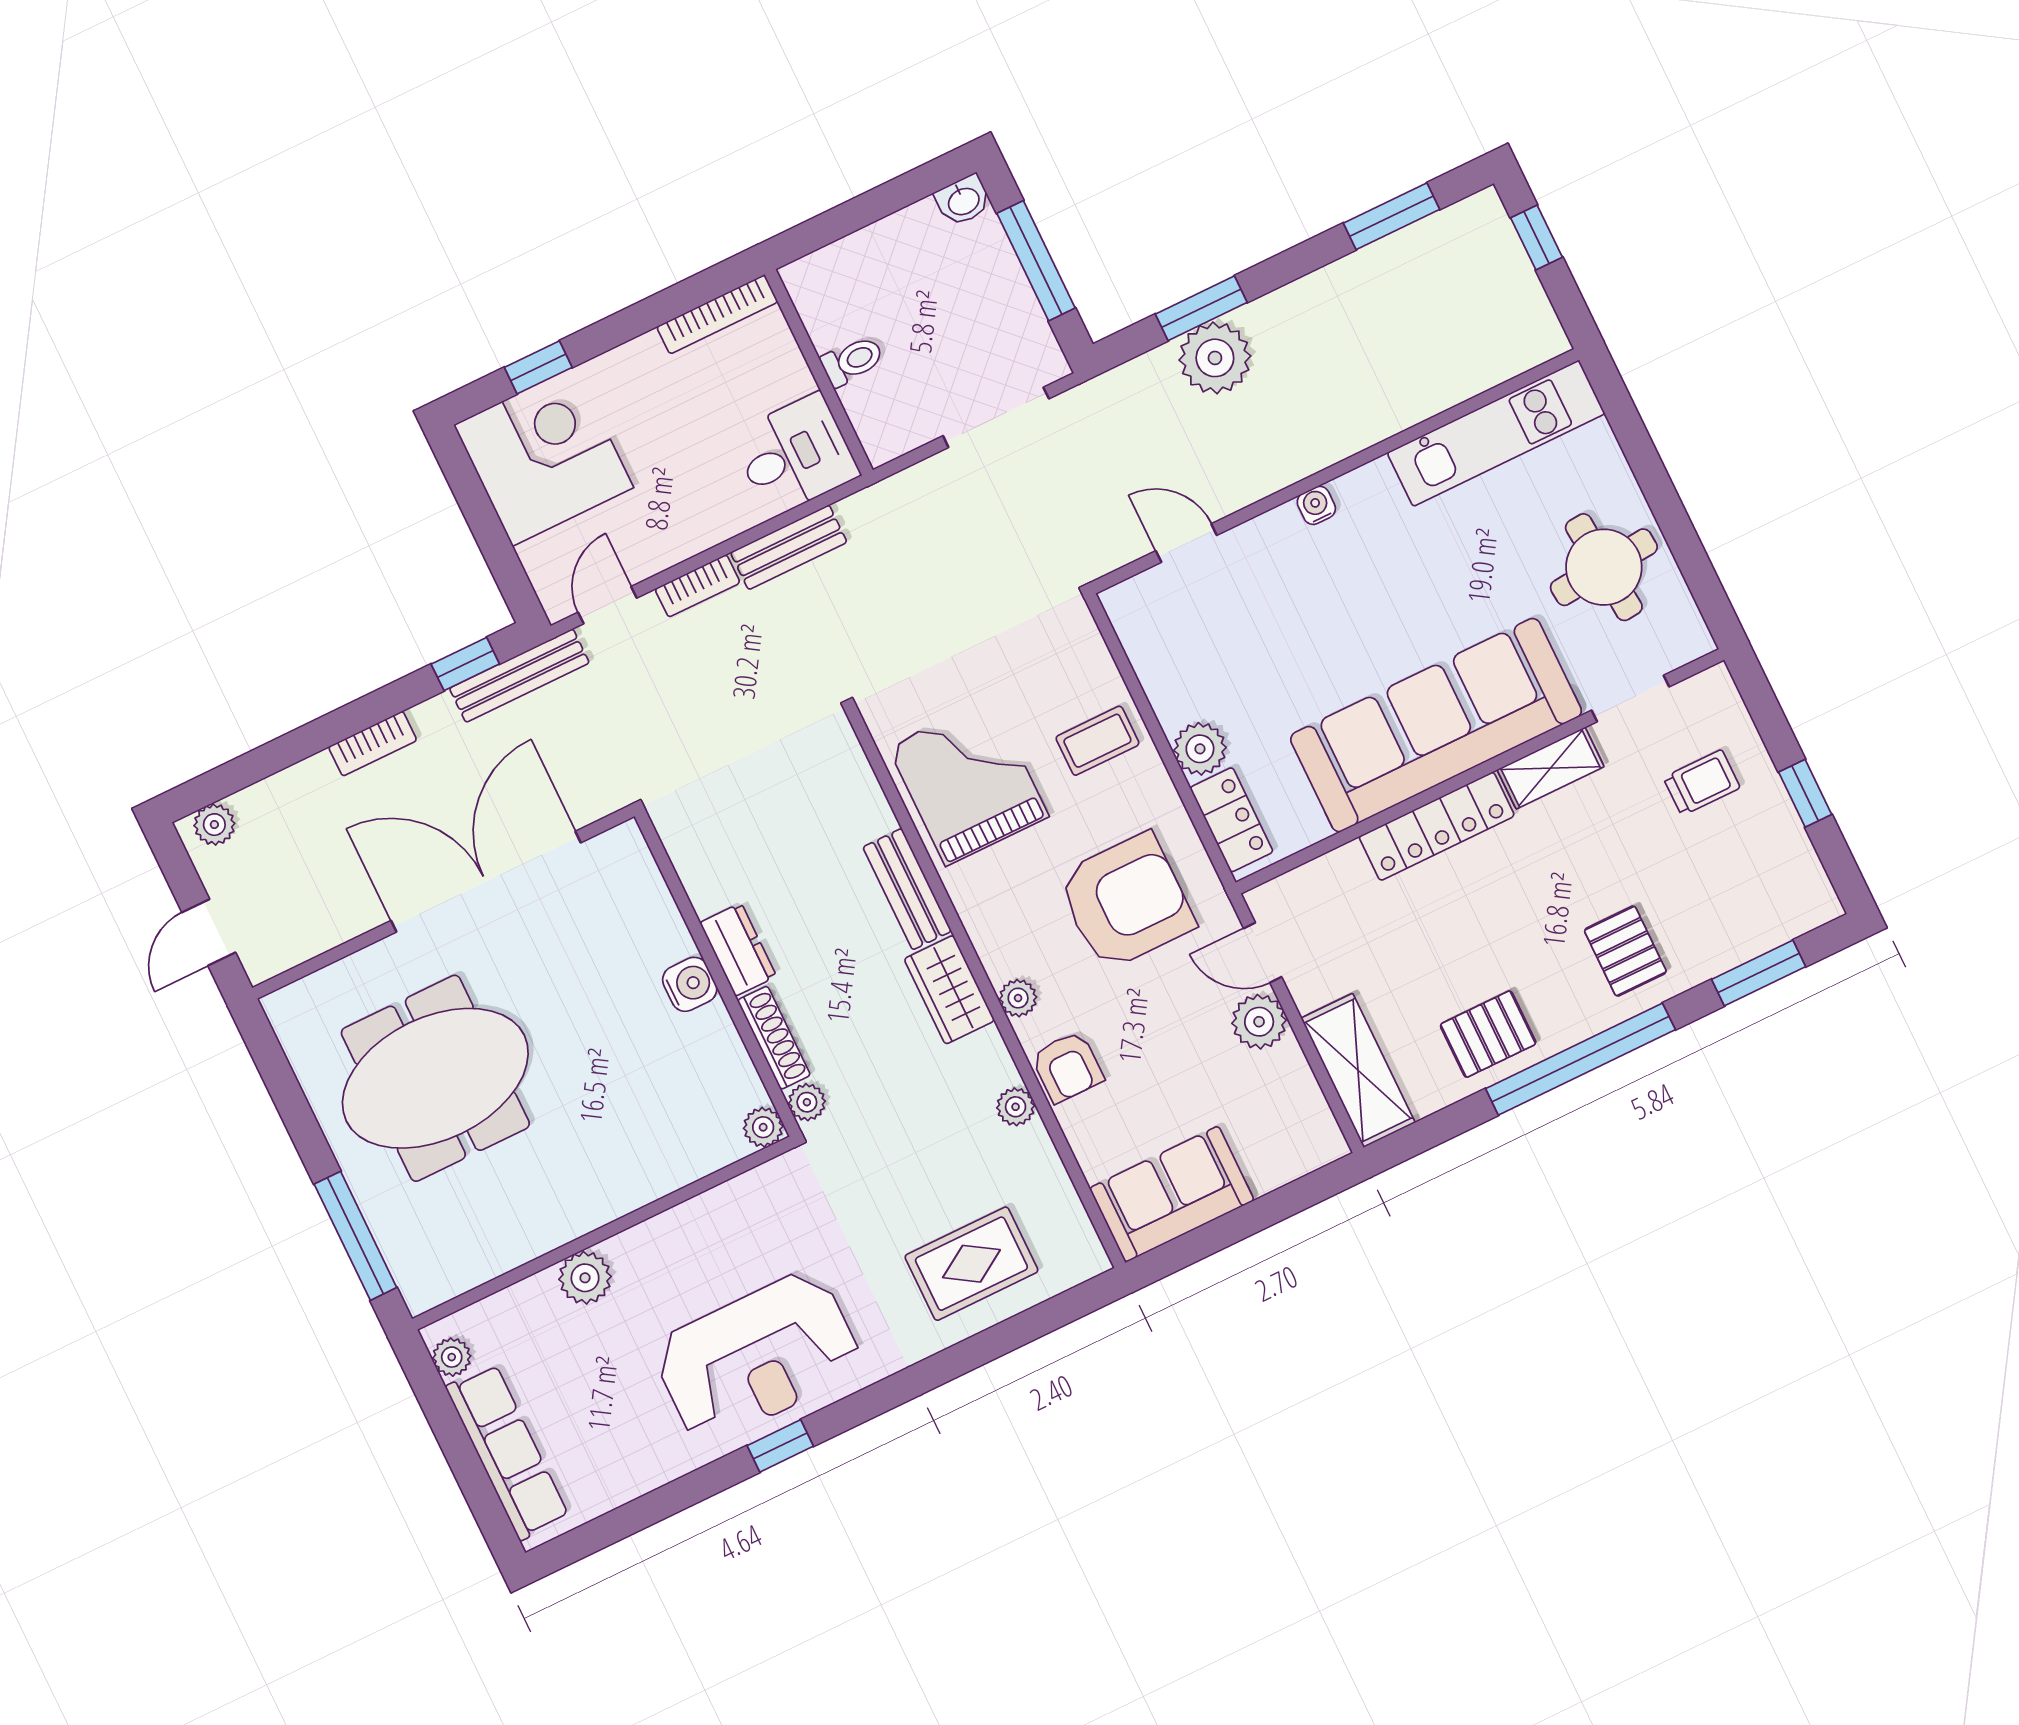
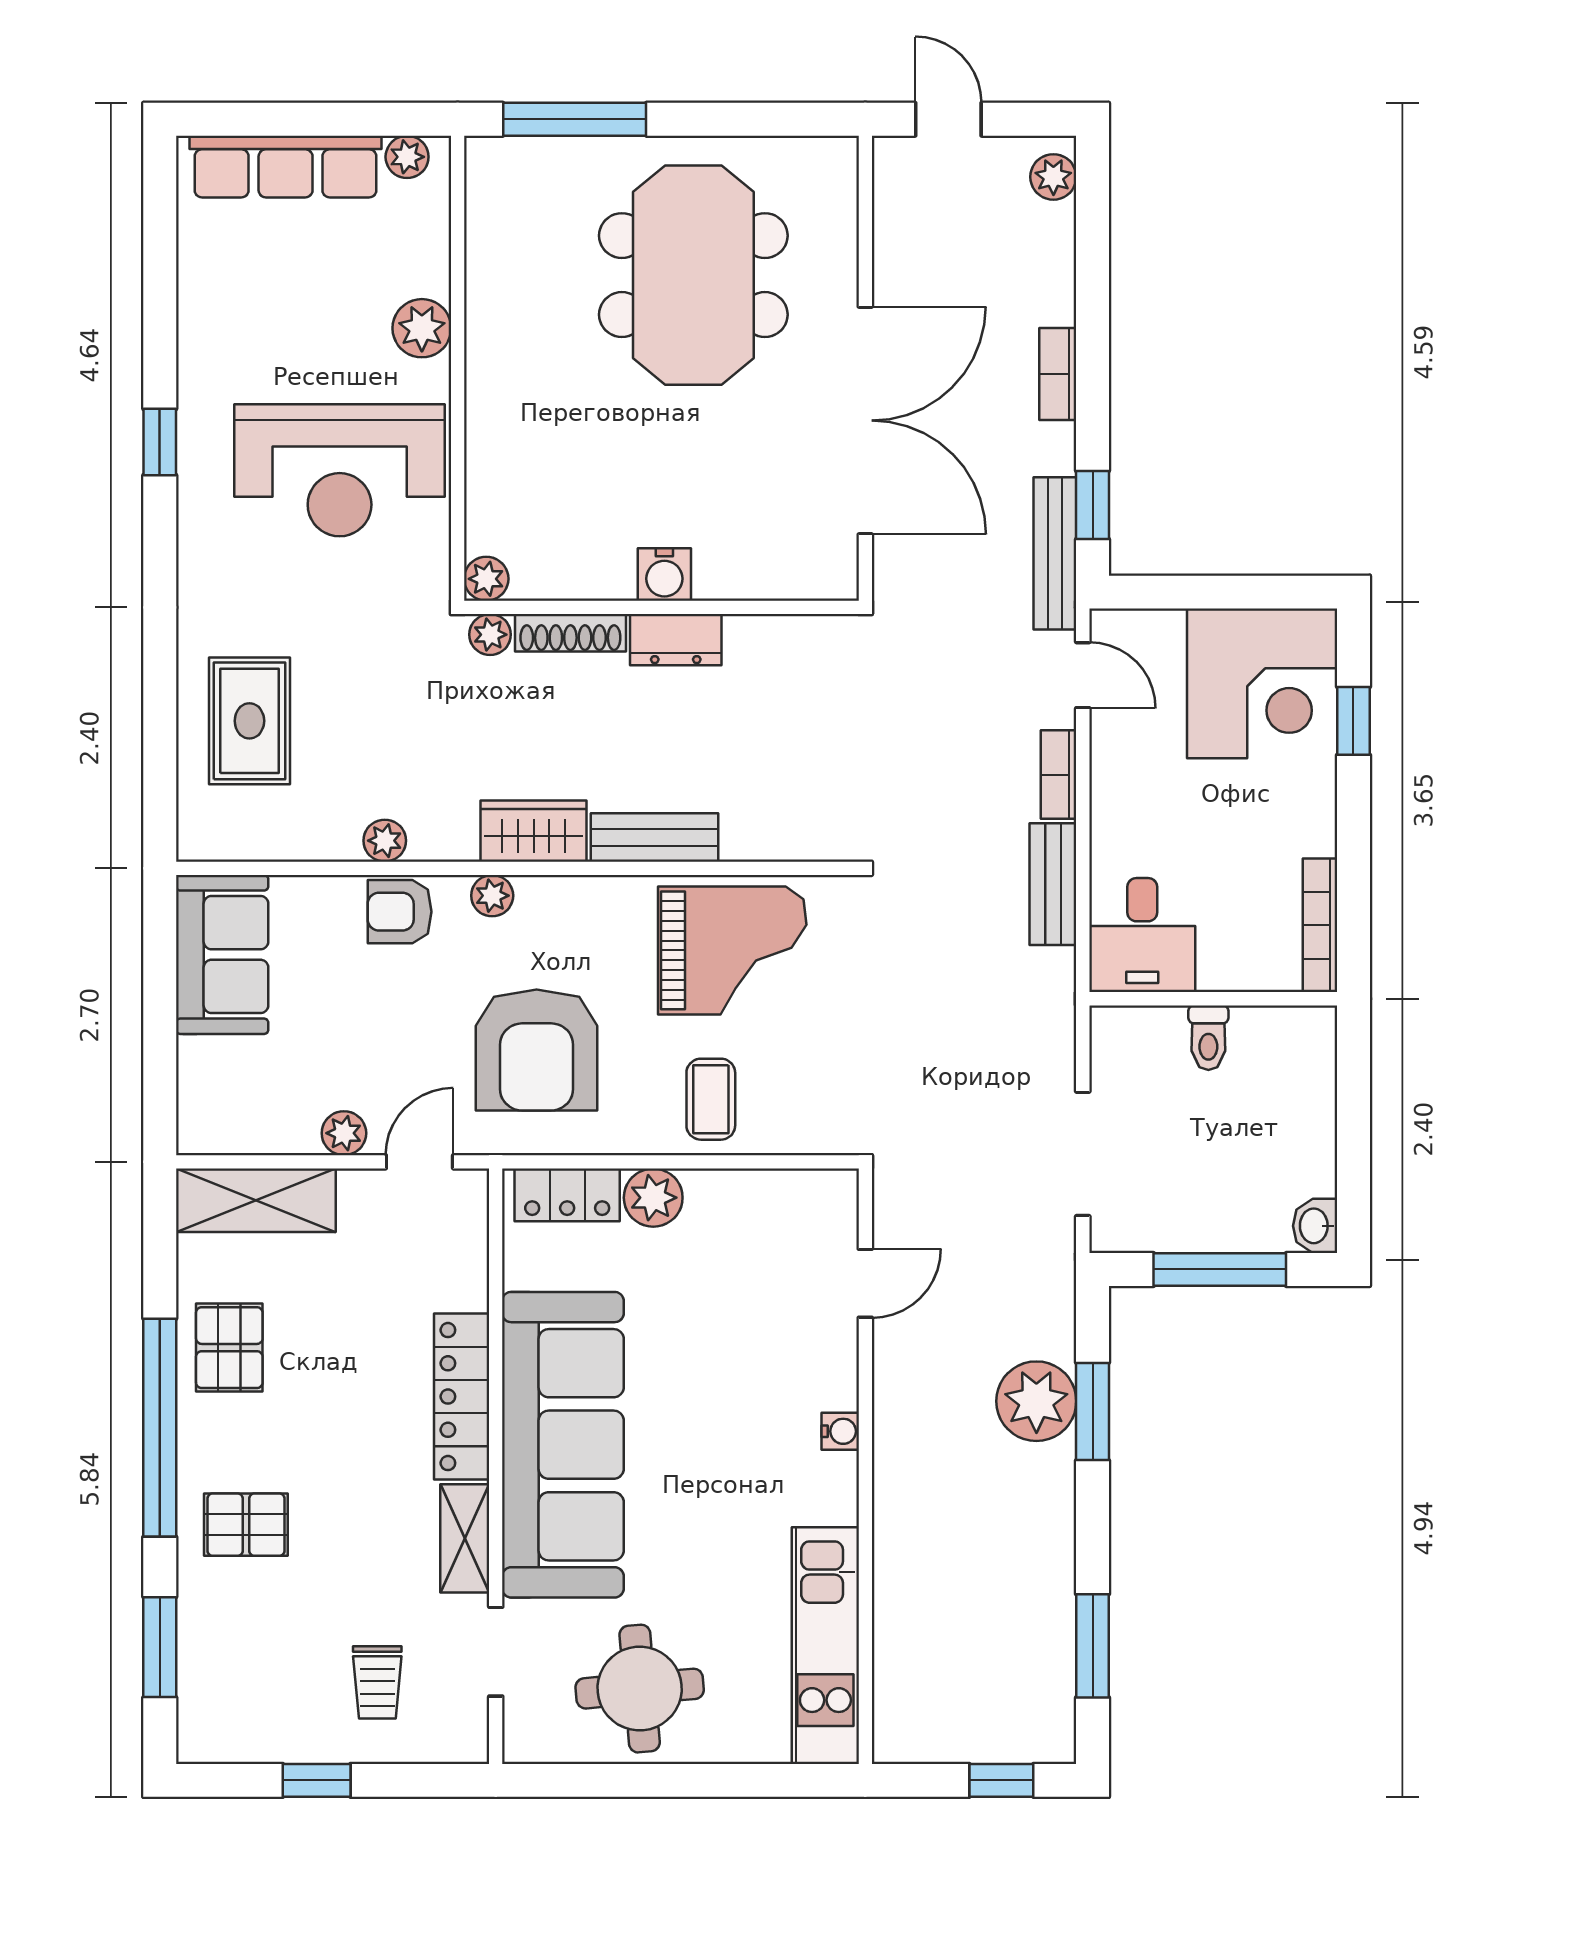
plant: (1259, 1022) -> (344, 1133), width x0.73, depth x0.73
reception desk: (757, 1357) -> (340, 470), moved, turned -90

